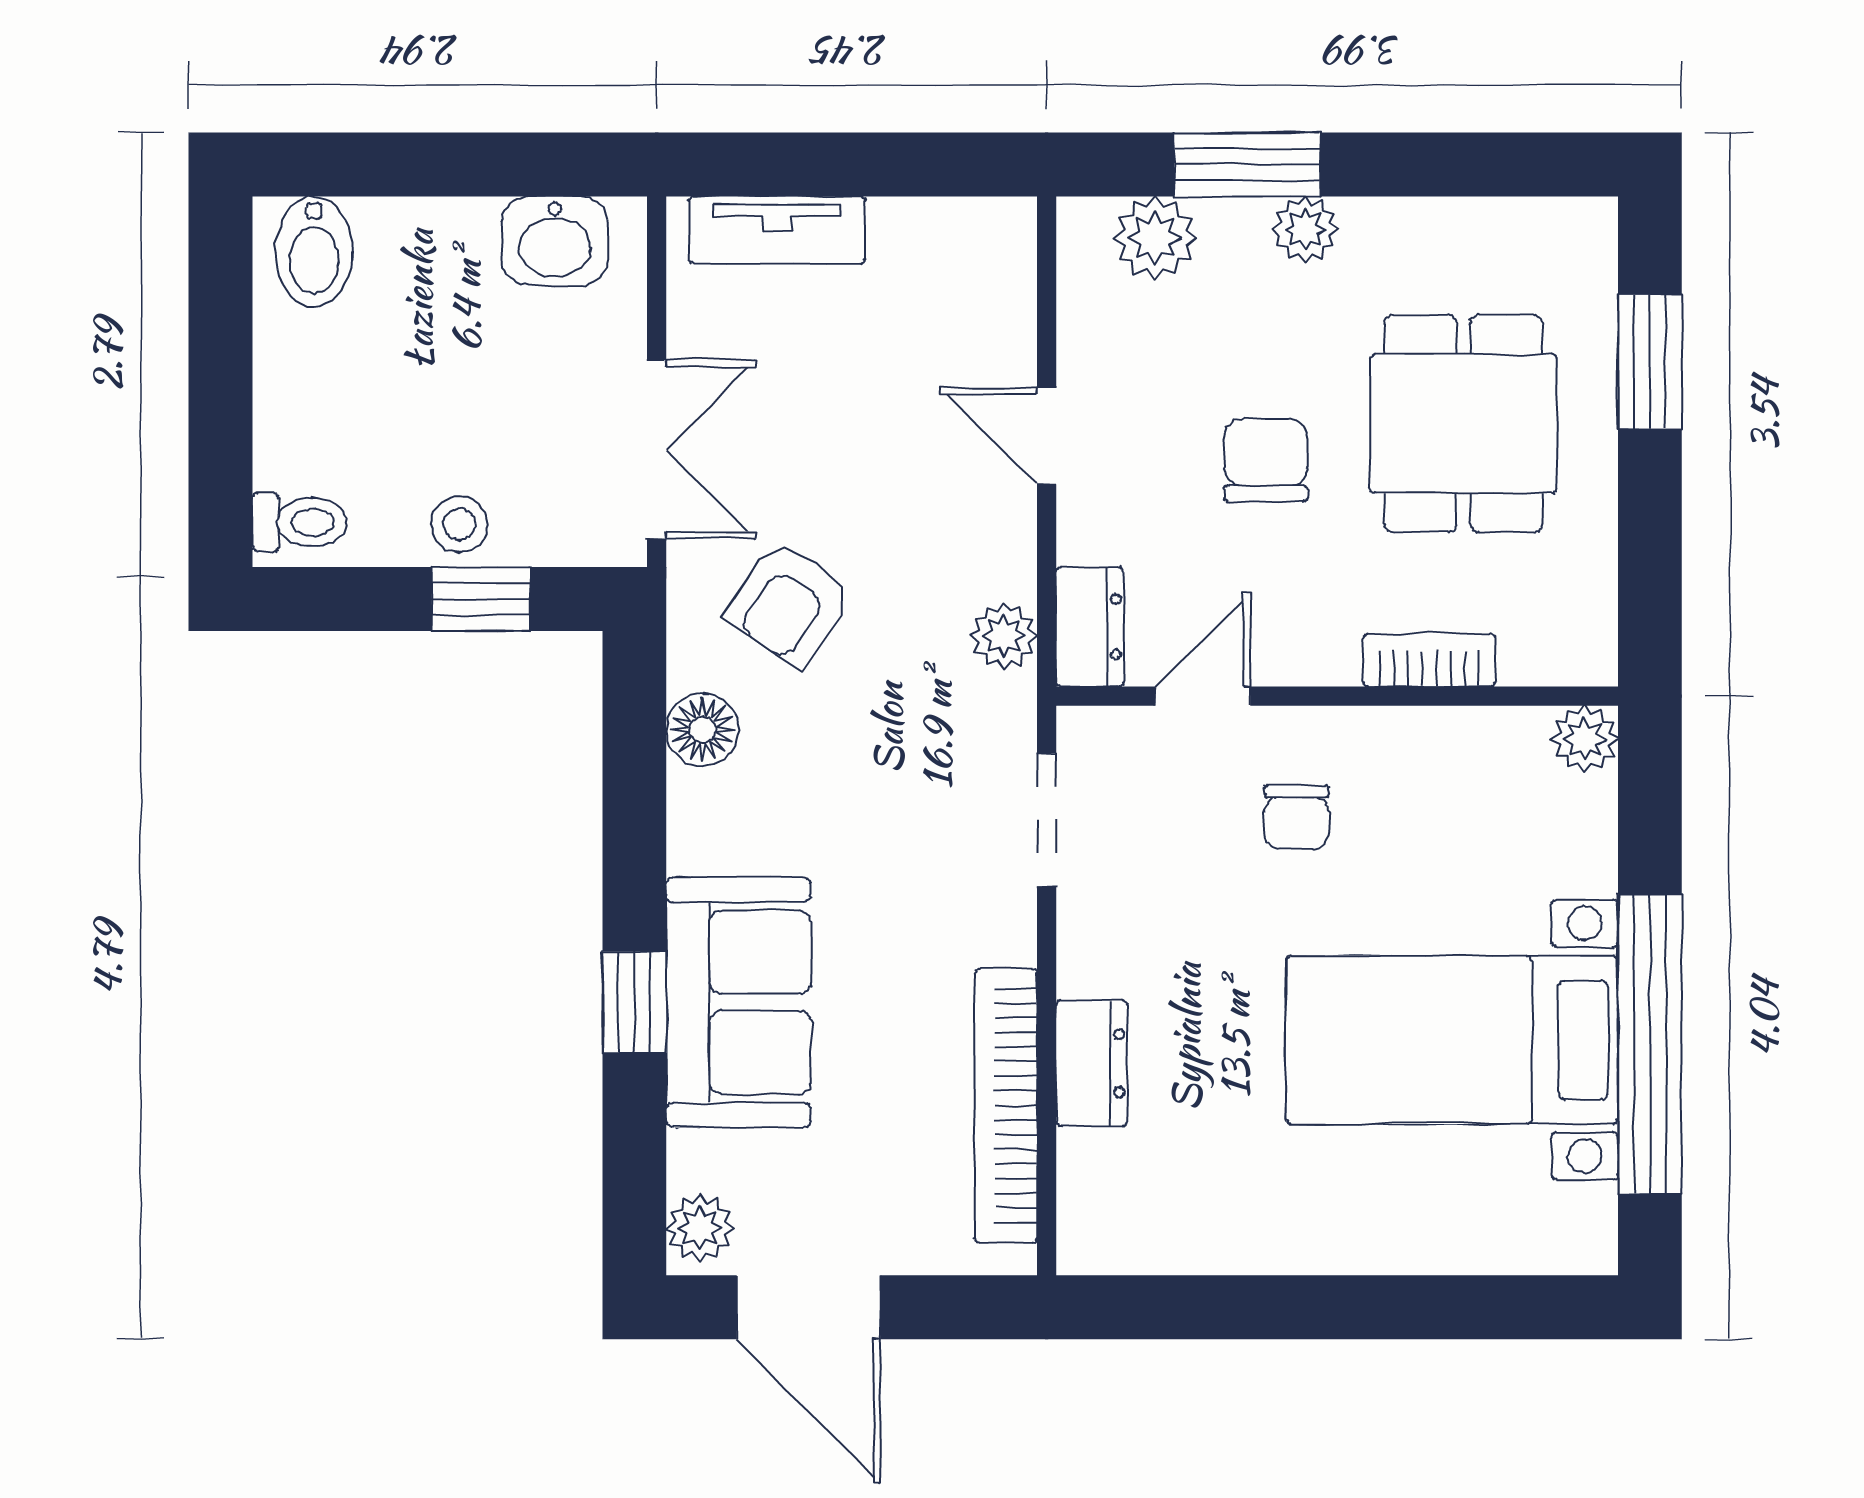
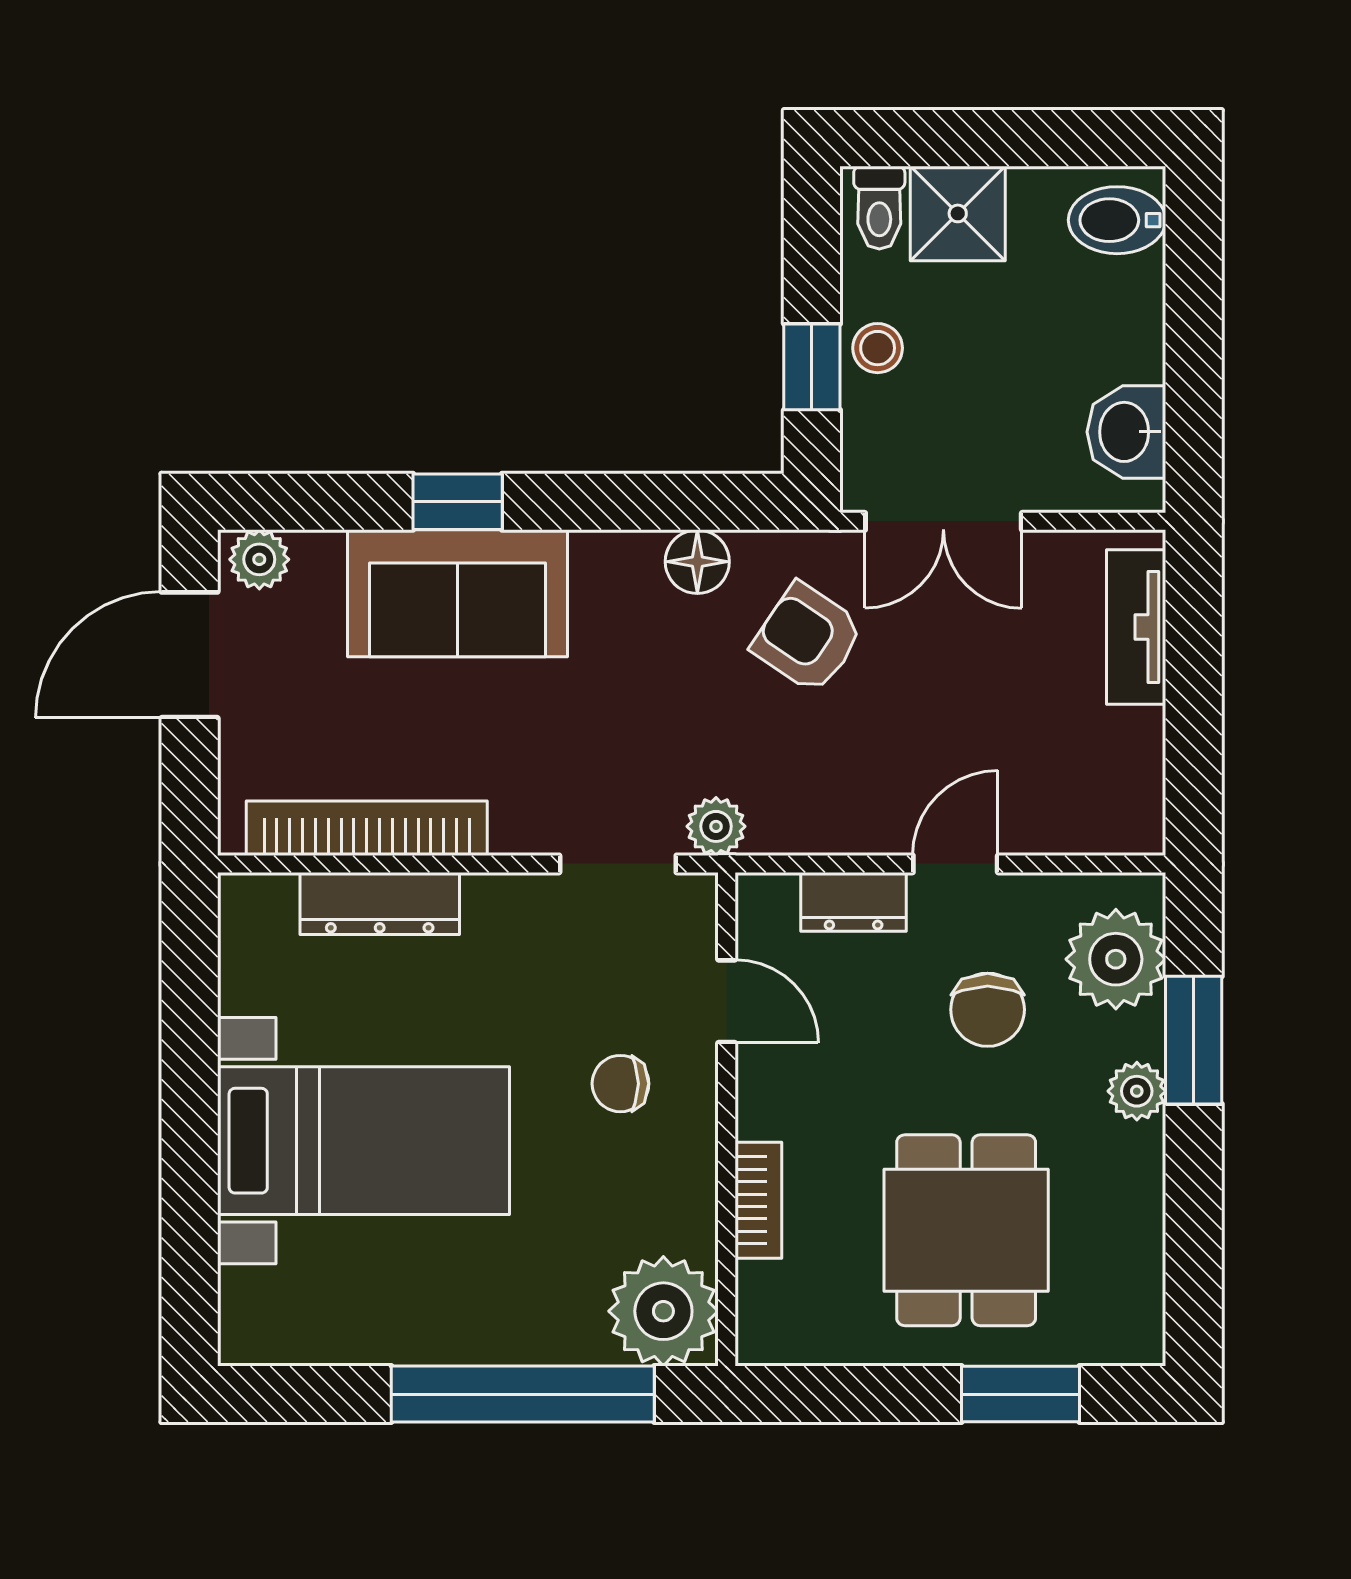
plant: (1155, 238) -> (1116, 959), width x1.36, depth x1.36
dining table: (1463, 424) -> (966, 1230), turned 90
shower: (306, 433) -> (958, 213), added
chair: (1266, 460) -> (988, 1010), moved, turned 90
dresser: (1090, 627) -> (854, 902), moved
plant: (1004, 636) -> (716, 826), moved
plant: (1585, 739) -> (663, 1311), width x1.88, depth x1.88
bed with nightstands: (1452, 1040) -> (363, 1141), moved, turned 90
window: (1650, 1044) -> (523, 1394), moved
dresser: (1092, 1063) -> (380, 904), width x1.44

